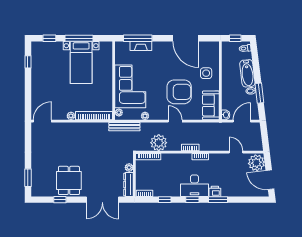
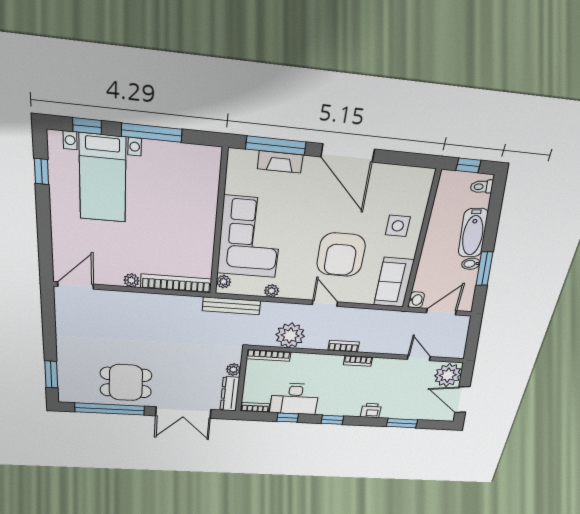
door: (186, 38) -> (348, 153), moved
bed with nightstands: (81, 63) -> (103, 178), moved
armchair: (179, 92) -> (341, 255), turned 90
dining table: (69, 180) -> (126, 383), turned 90
desk: (194, 186) -> (295, 399), moved
window: (60, 200) -> (110, 409), width x3.17
window: (218, 200) -> (402, 423), moved

